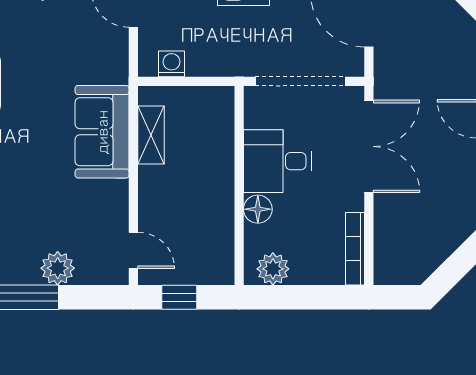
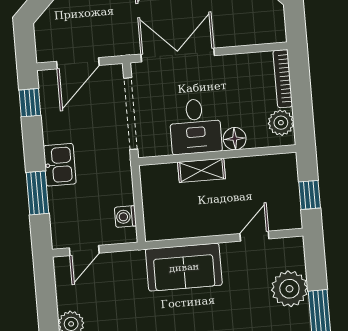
shelving: (151, 135) -> (202, 170), moved
bookcase: (355, 249) -> (283, 79), moved, turned 90
door: (133, 250) -> (254, 236), moved
plant: (58, 268) -> (289, 289), width x1.36, depth x1.36

